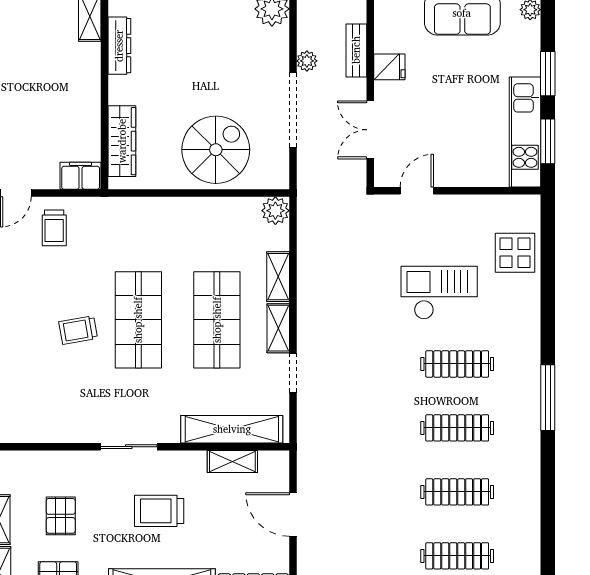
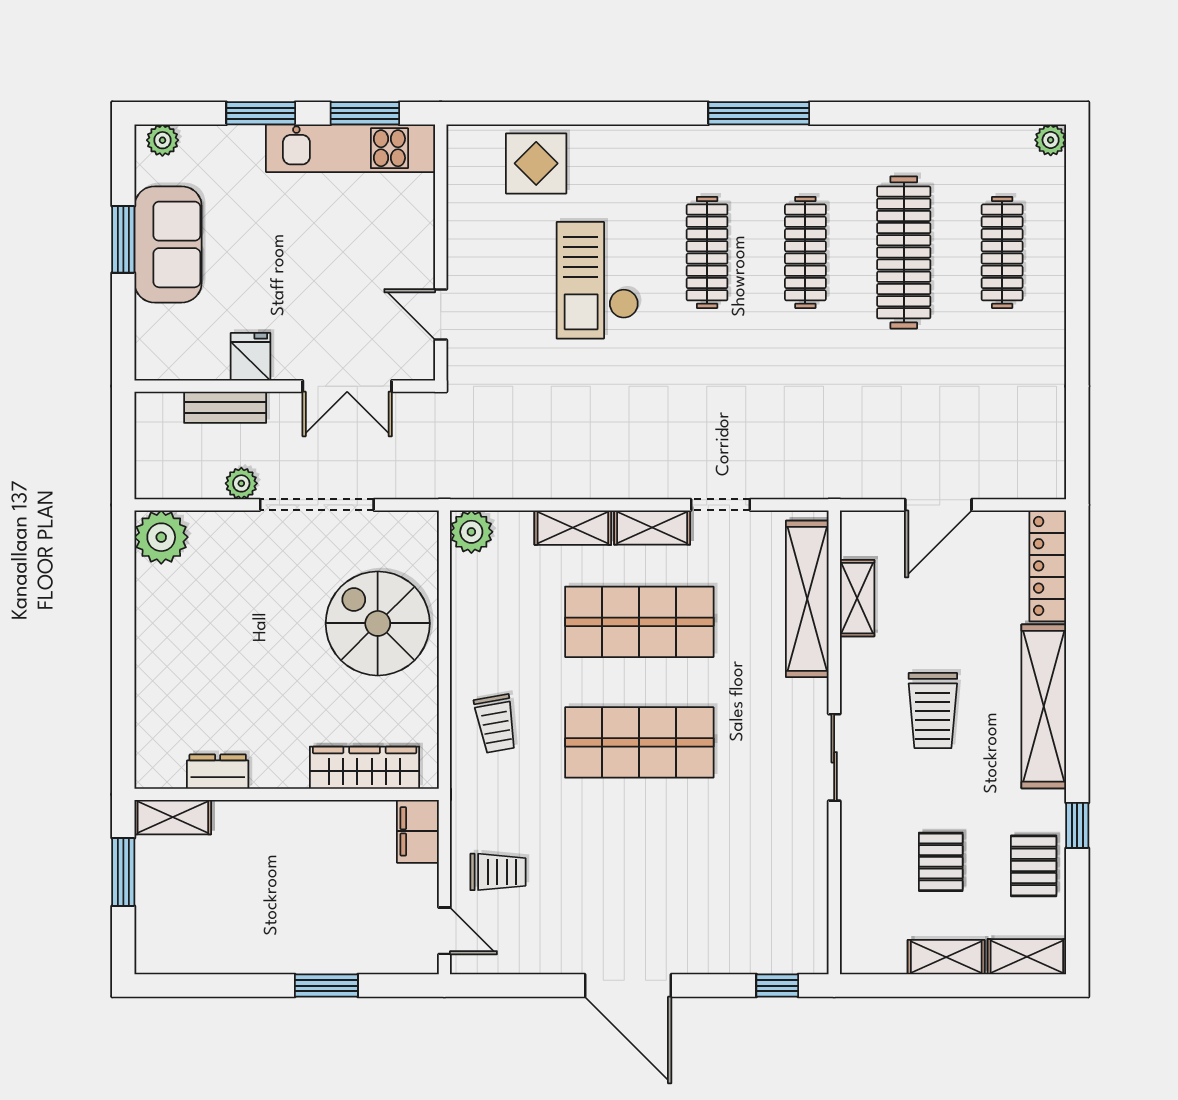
dresser: (119, 46) -> (218, 772), width x0.70
trolley: (78, 330) -> (496, 724), moved
clothes rail: (457, 492) -> (904, 252), width x1.37, depth x1.31
pallet: (61, 516) -> (941, 862), turned 90

